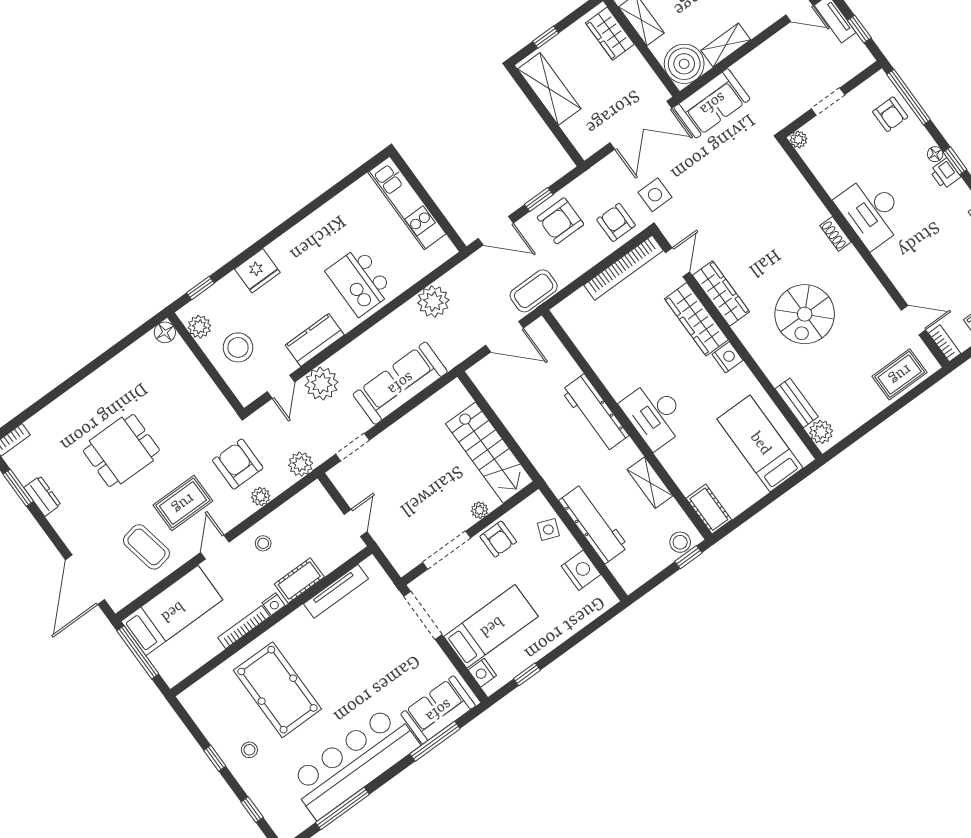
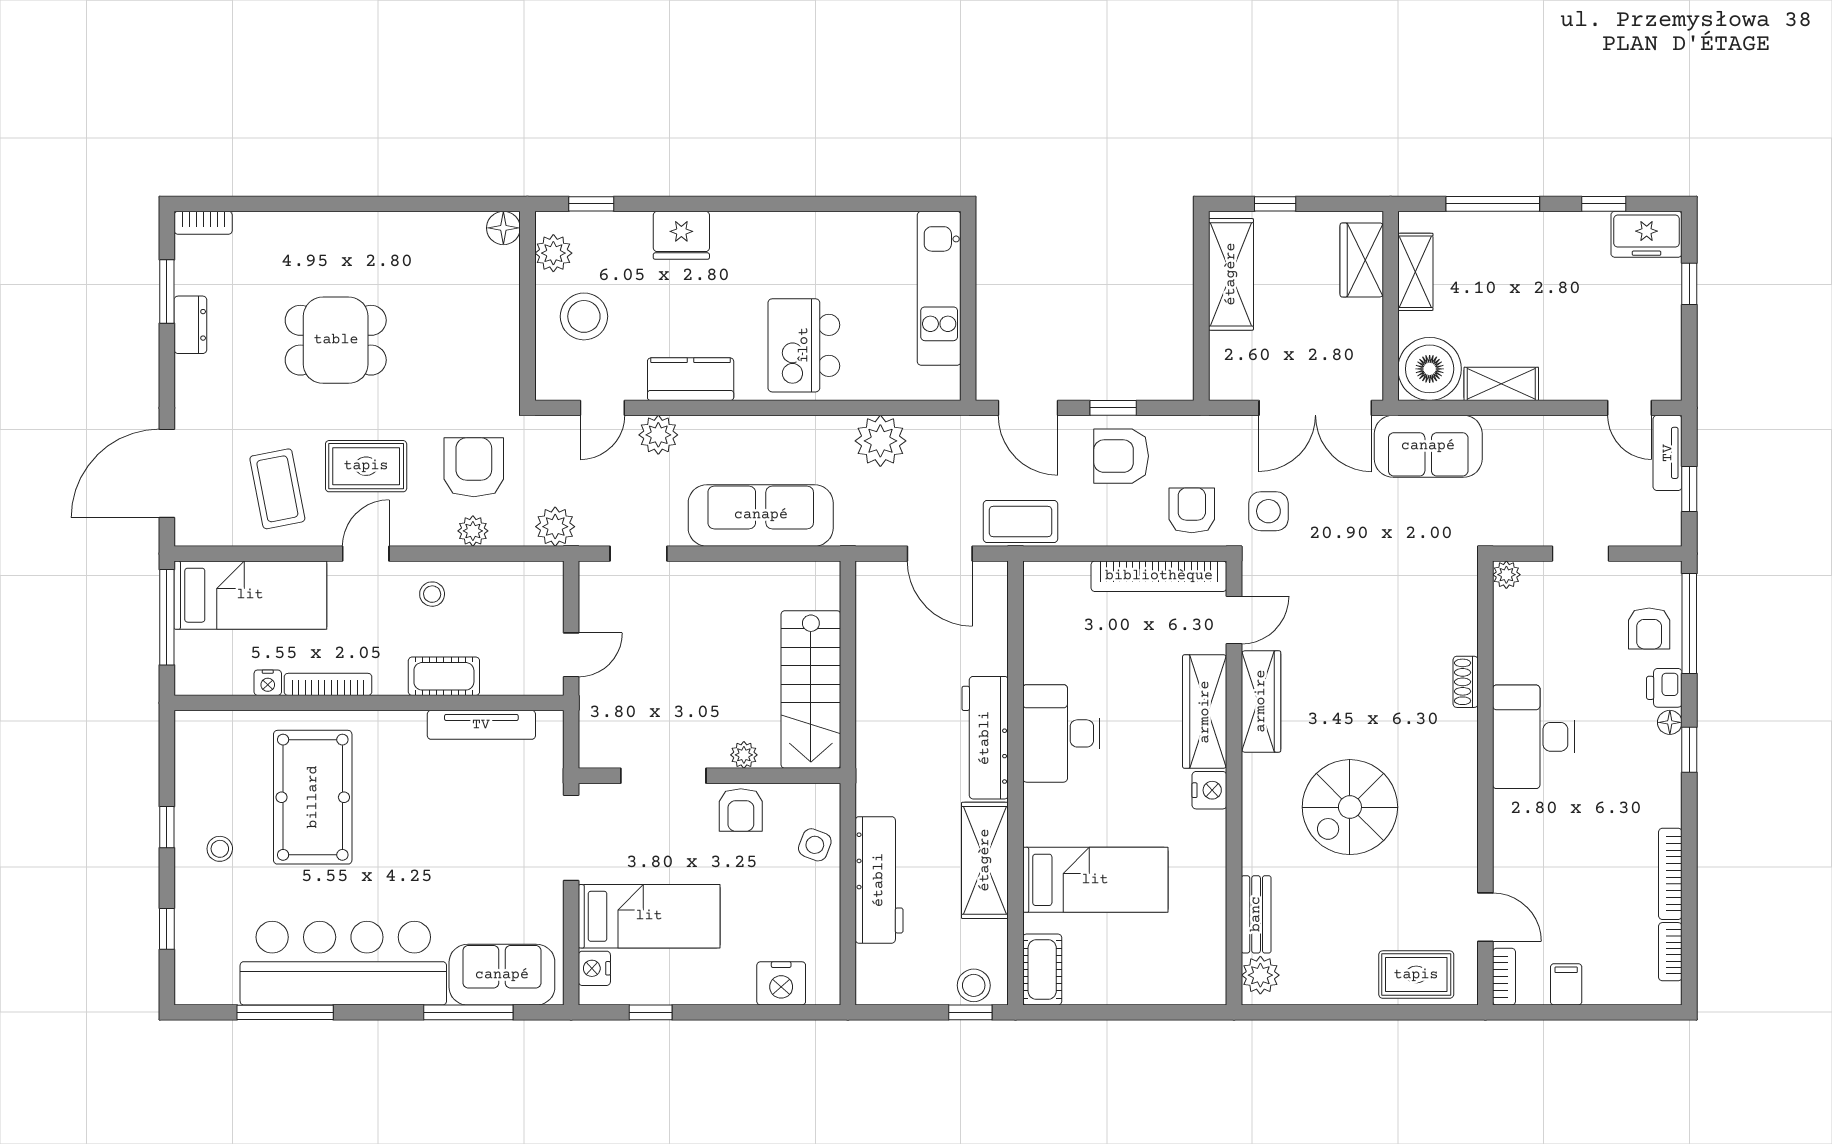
printer: (945, 174) -> (1664, 688), moved
shoe rack: (835, 234) -> (1466, 682), moved
plant: (322, 384) -> (658, 435), width x0.73, depth x0.73
desk: (655, 414) -> (1061, 733), moved
bed: (760, 444) -> (1095, 880), moved, turned 90
shelving: (650, 483) -> (985, 860), width x1.50, depth x1.33
nightstand: (581, 570) -> (781, 983), moved, turned 90
nightstand: (274, 604) -> (268, 683), moved

